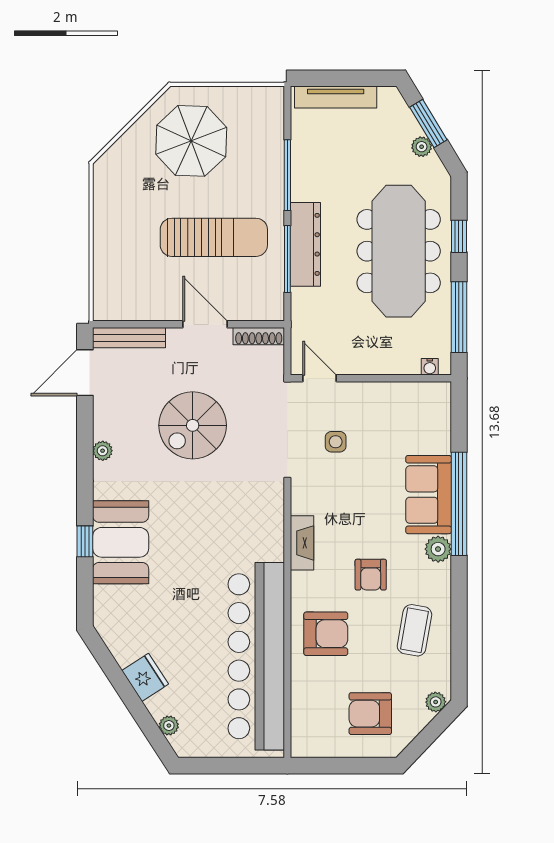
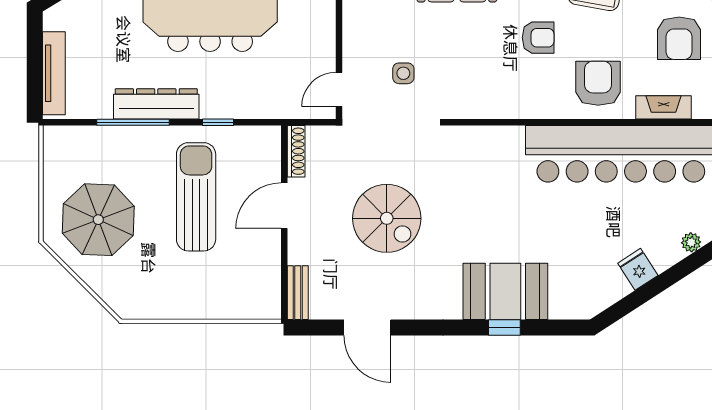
dresser: (305, 244) -> (156, 104), moved
window: (287, 259) -> (218, 122), width x0.46
bench: (129, 338) -> (298, 293), width x0.73
door: (85, 373) -> (367, 327), moved
plant: (103, 451) -> (412, 310), removed
fireplace: (302, 543) -> (664, 107), moved
fridge: (145, 677) -> (638, 269), width x0.72

